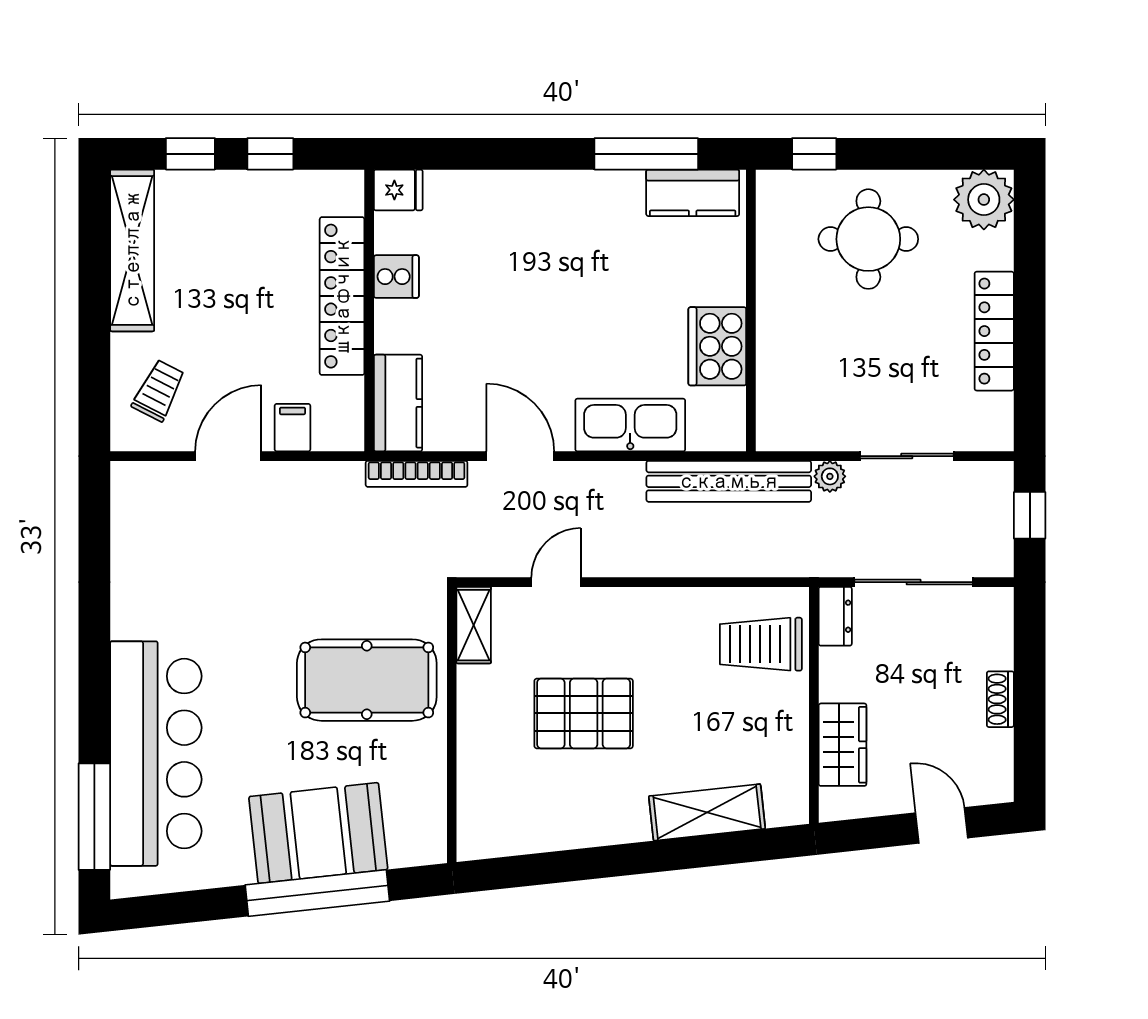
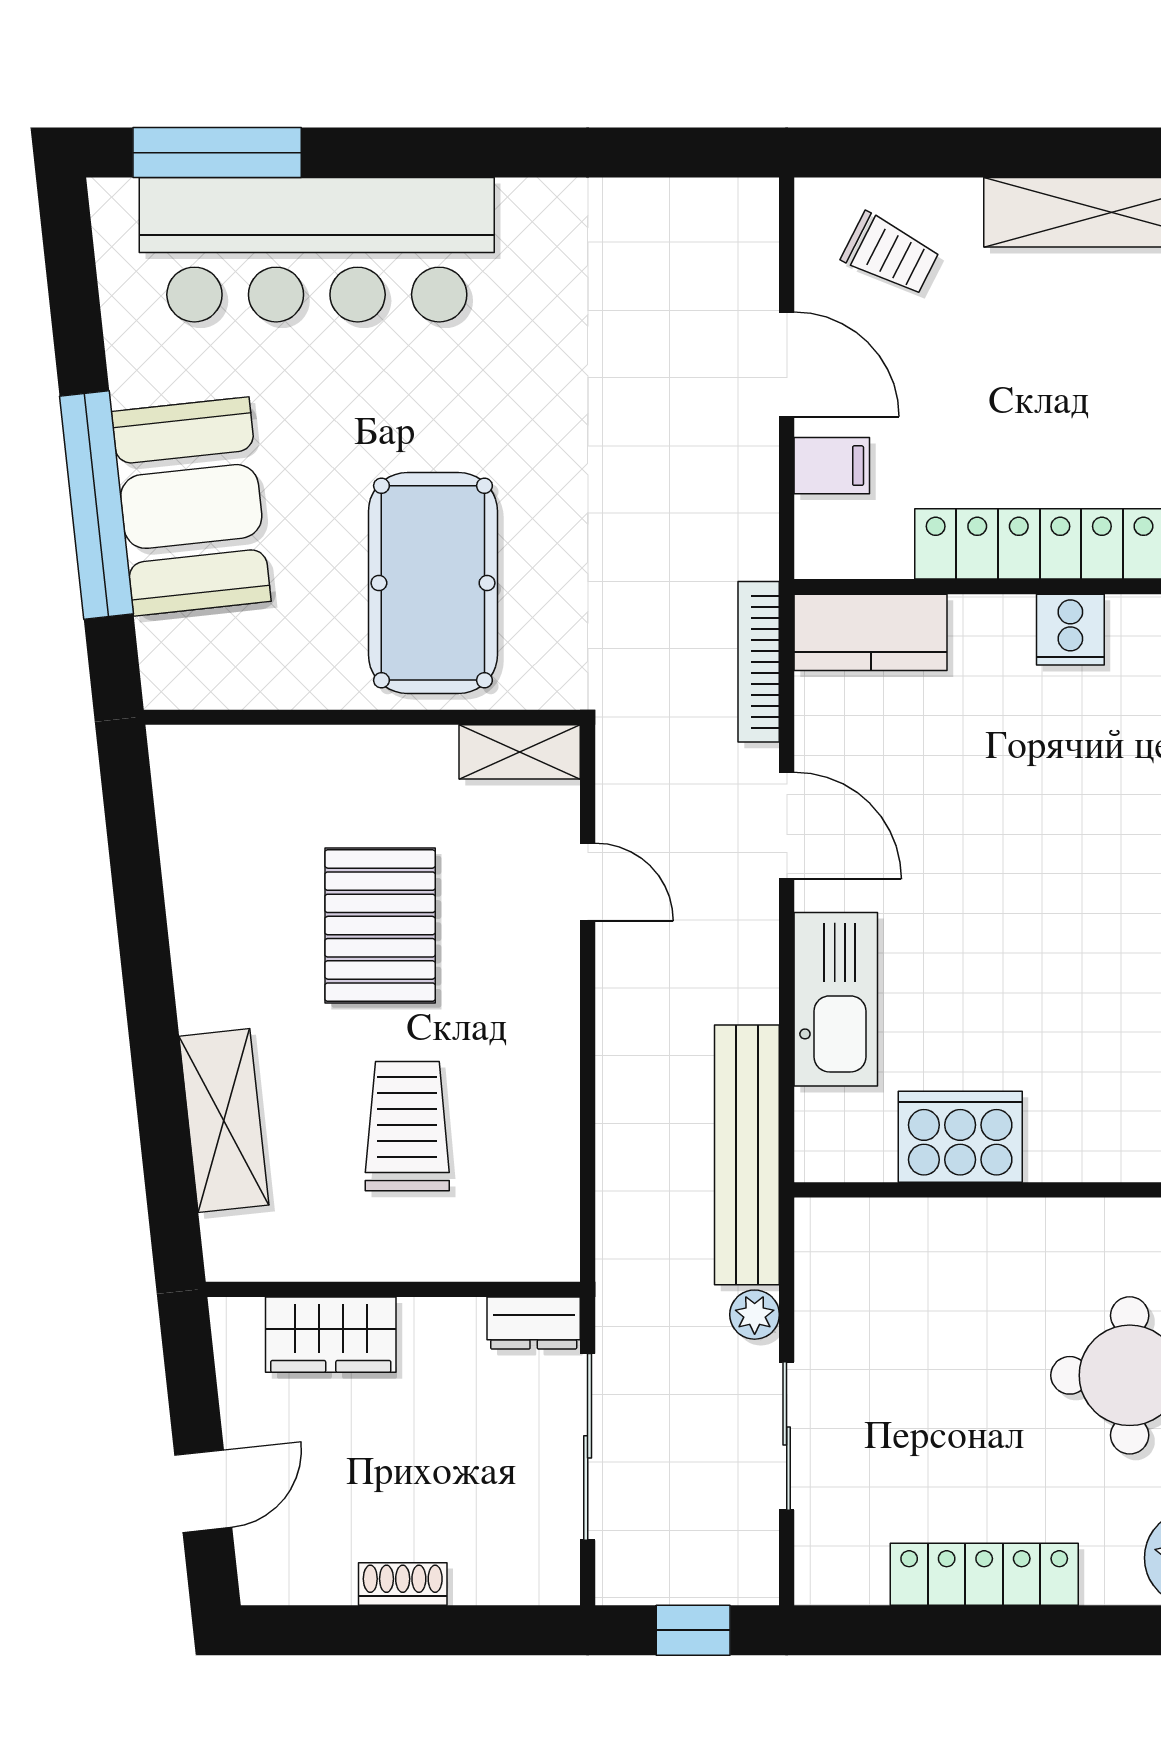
door: (520, 456) -> (787, 826), hinge flipped
trolley: (761, 644) -> (407, 1126), moved

